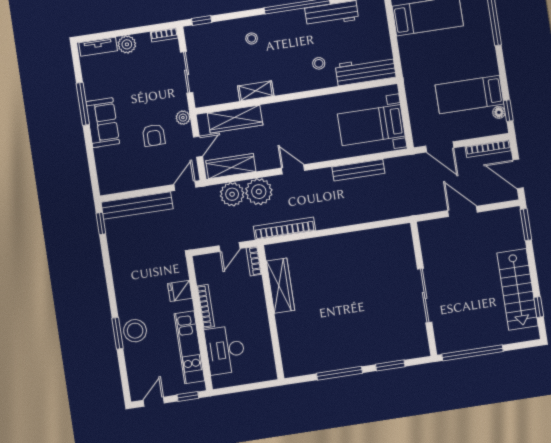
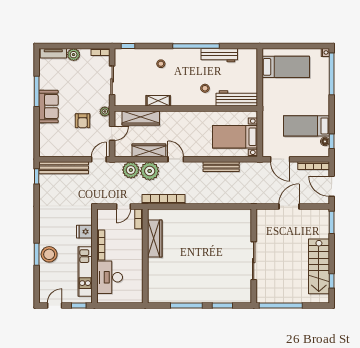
wardrobe: (231, 166) -> (149, 150), moved
door: (463, 211) -> (289, 206), hinge flipped

